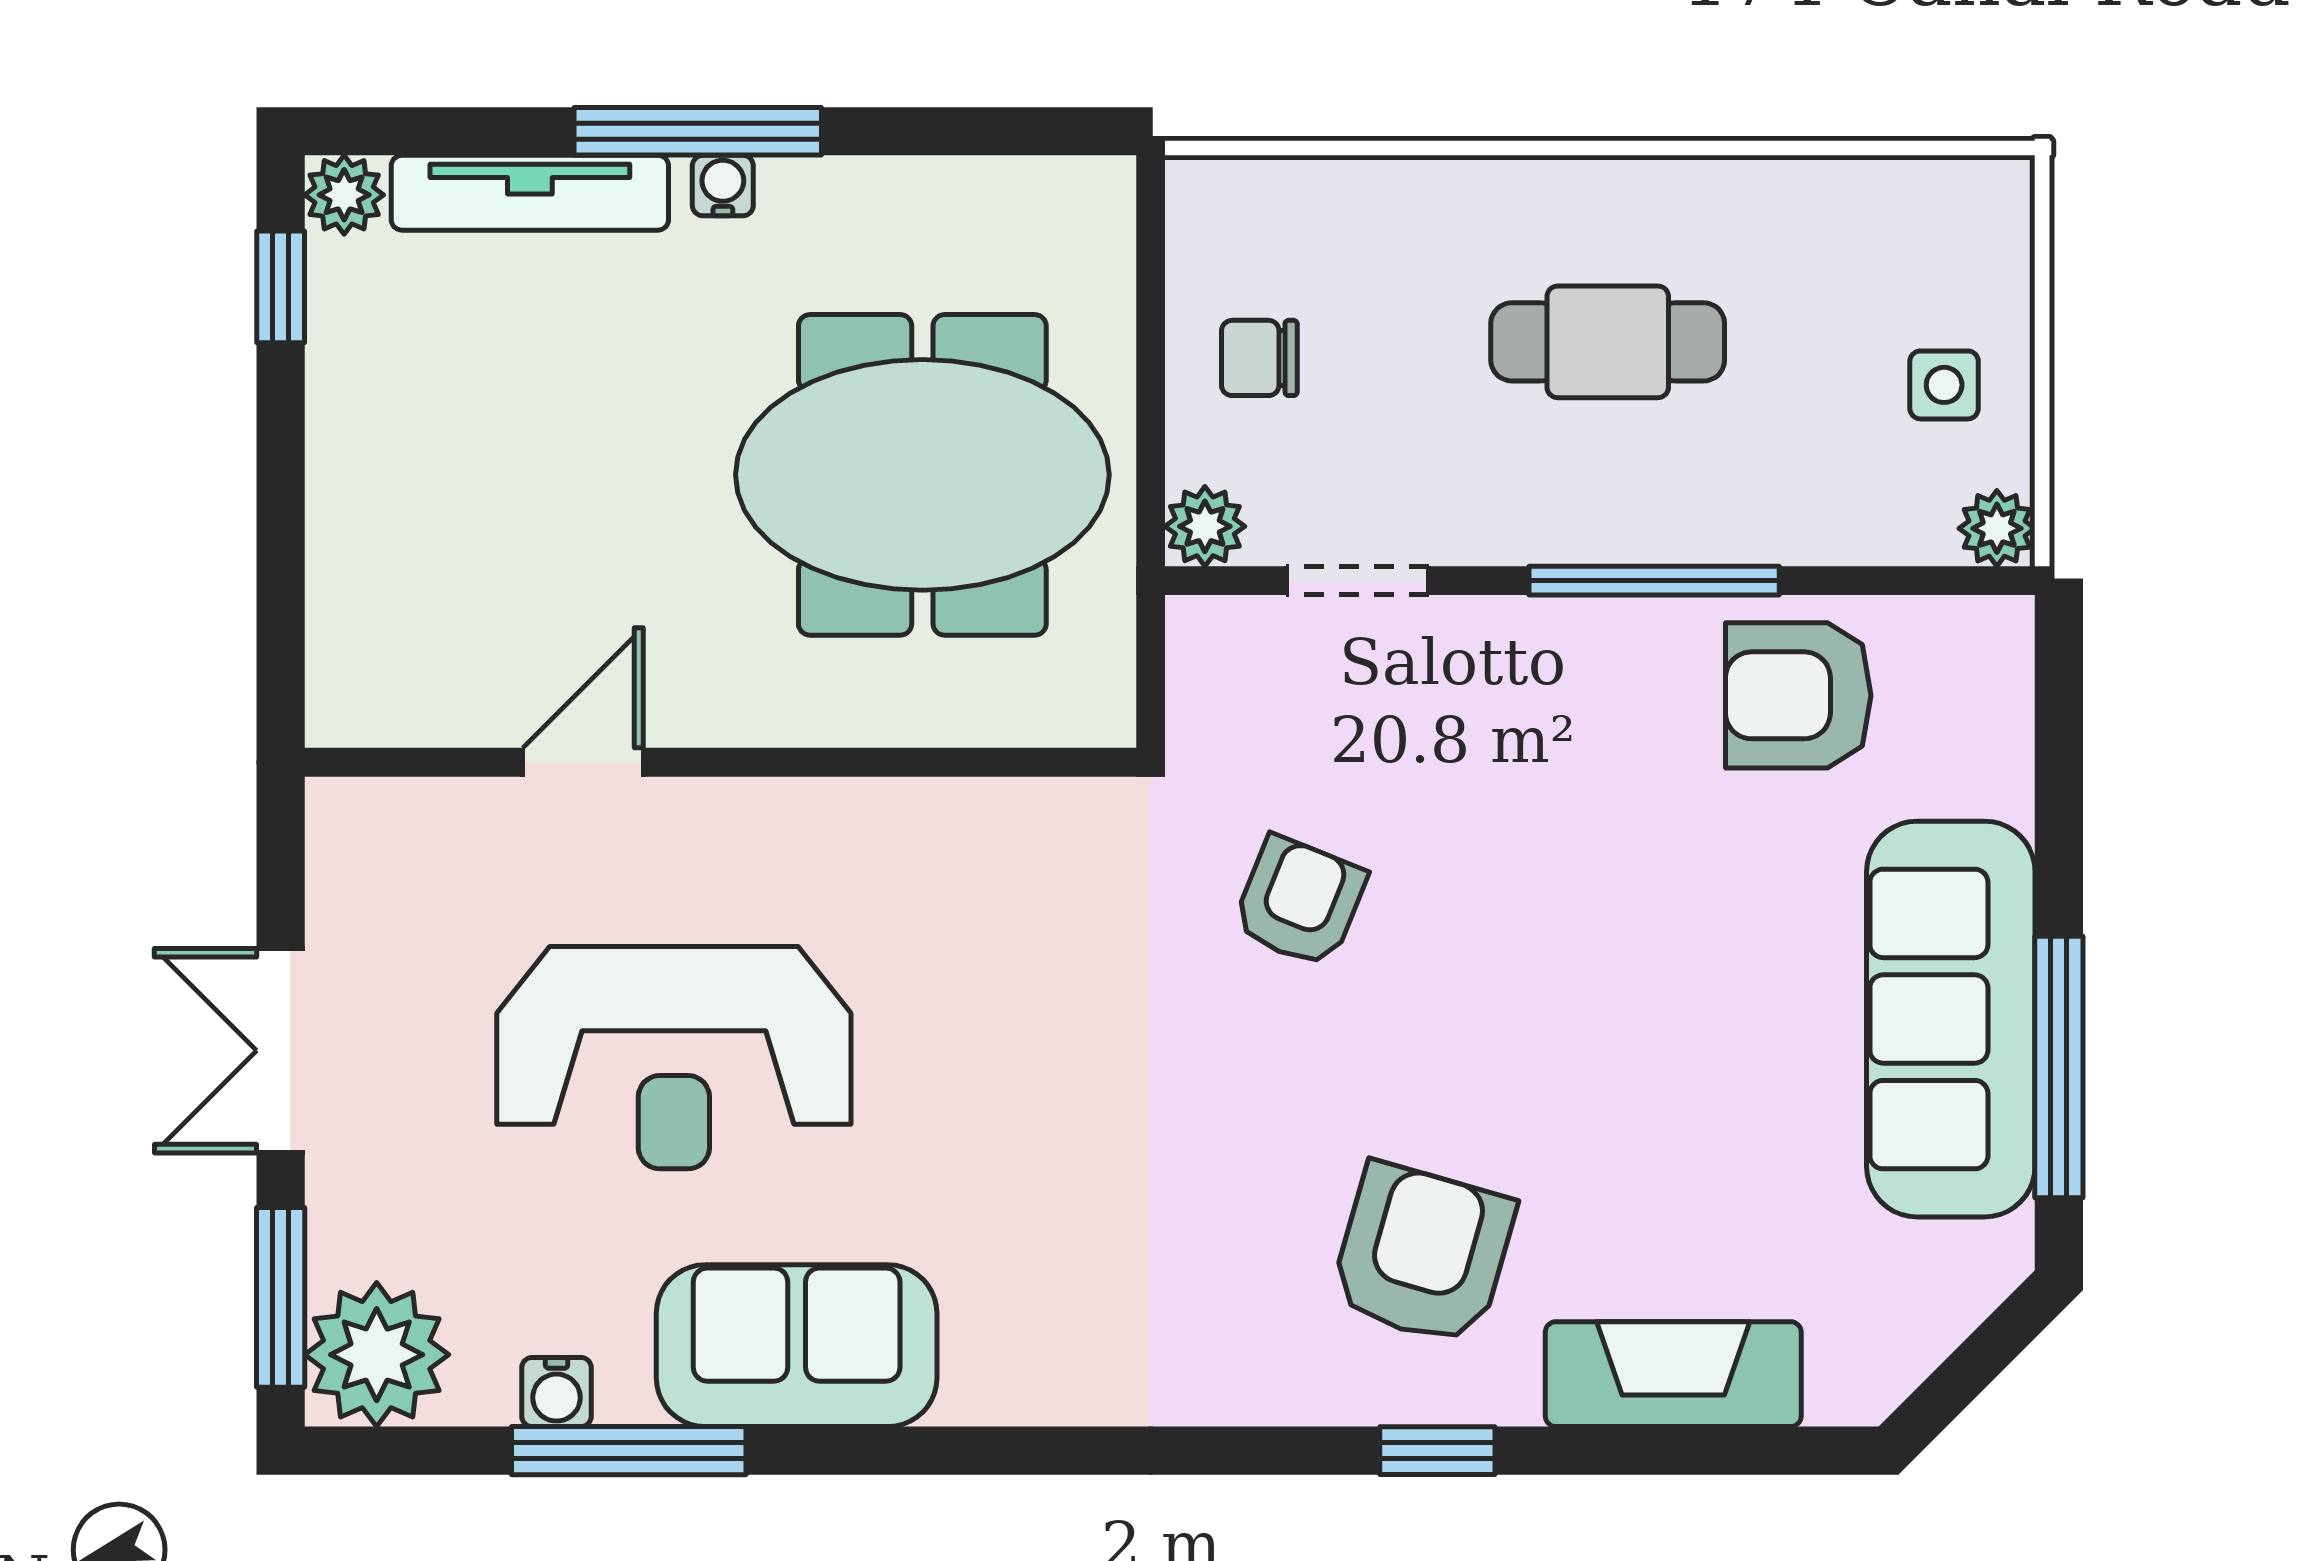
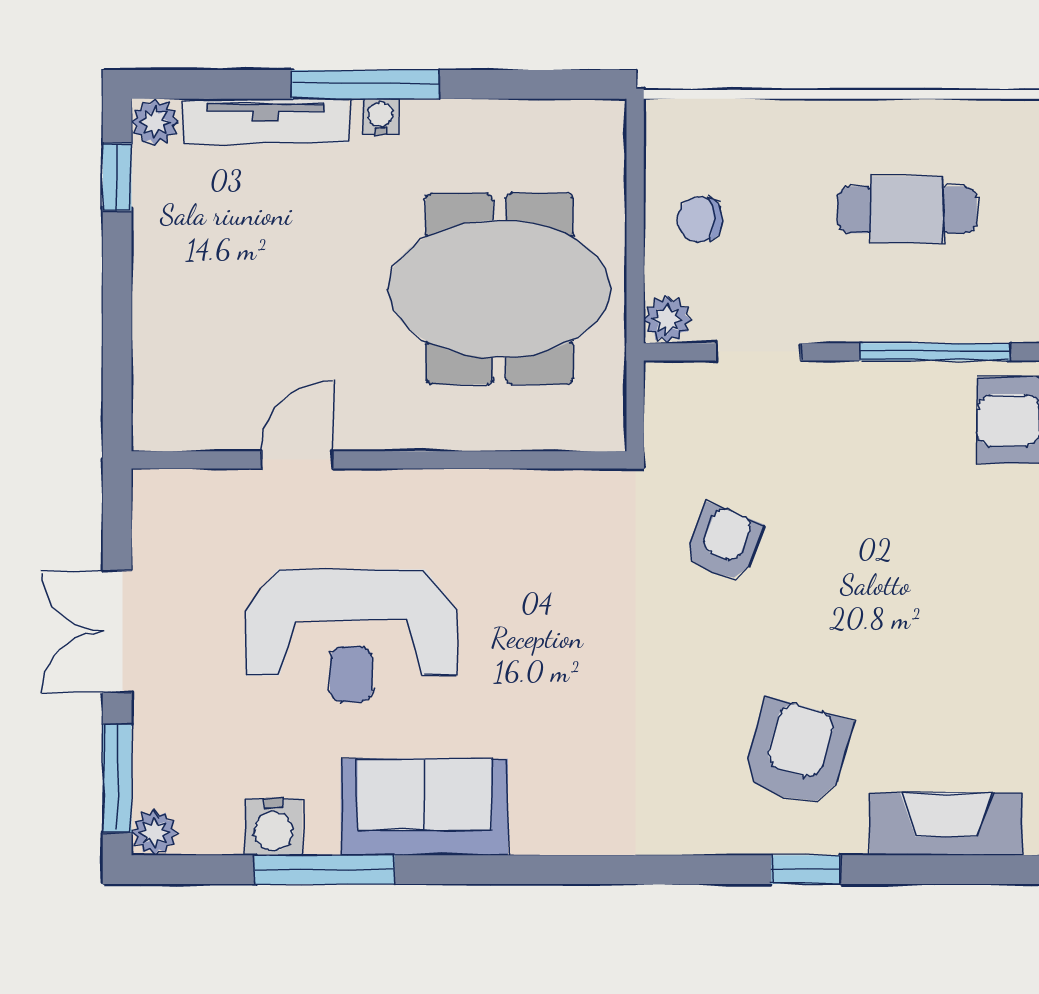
plant: (377, 1355) -> (154, 833), width x0.53, depth x0.53
water cooler: (557, 1392) -> (274, 827), width x1.38, depth x1.38

